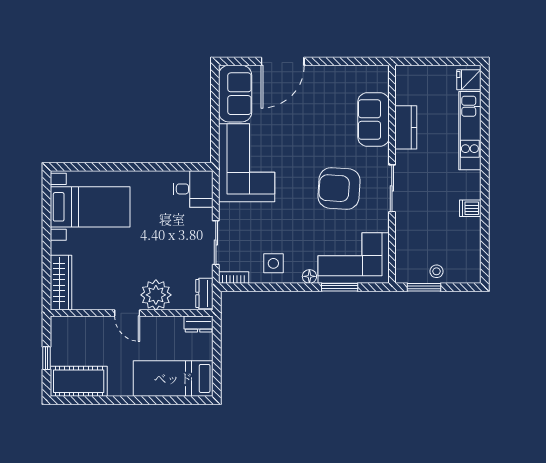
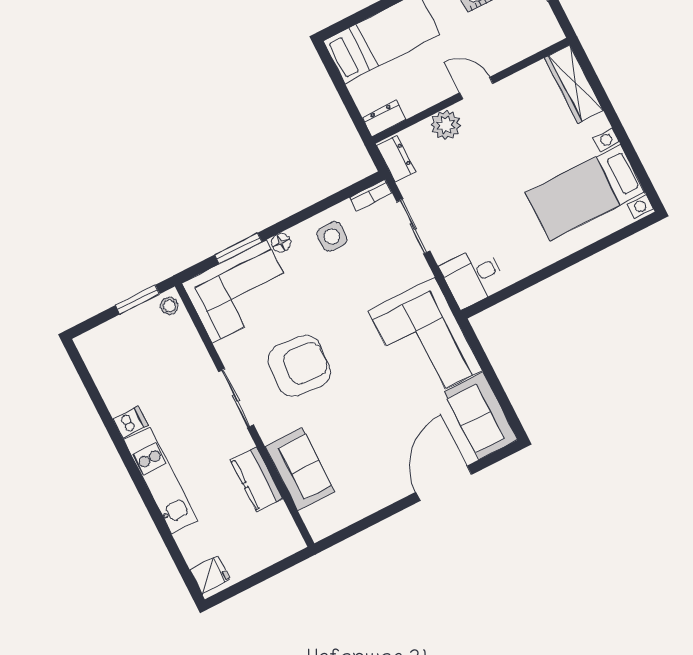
kitchen unit: (470, 131) -> (161, 480), moved
stool: (437, 271) -> (169, 306), moved
plant: (156, 295) -> (446, 125), width x0.73, depth x0.73

